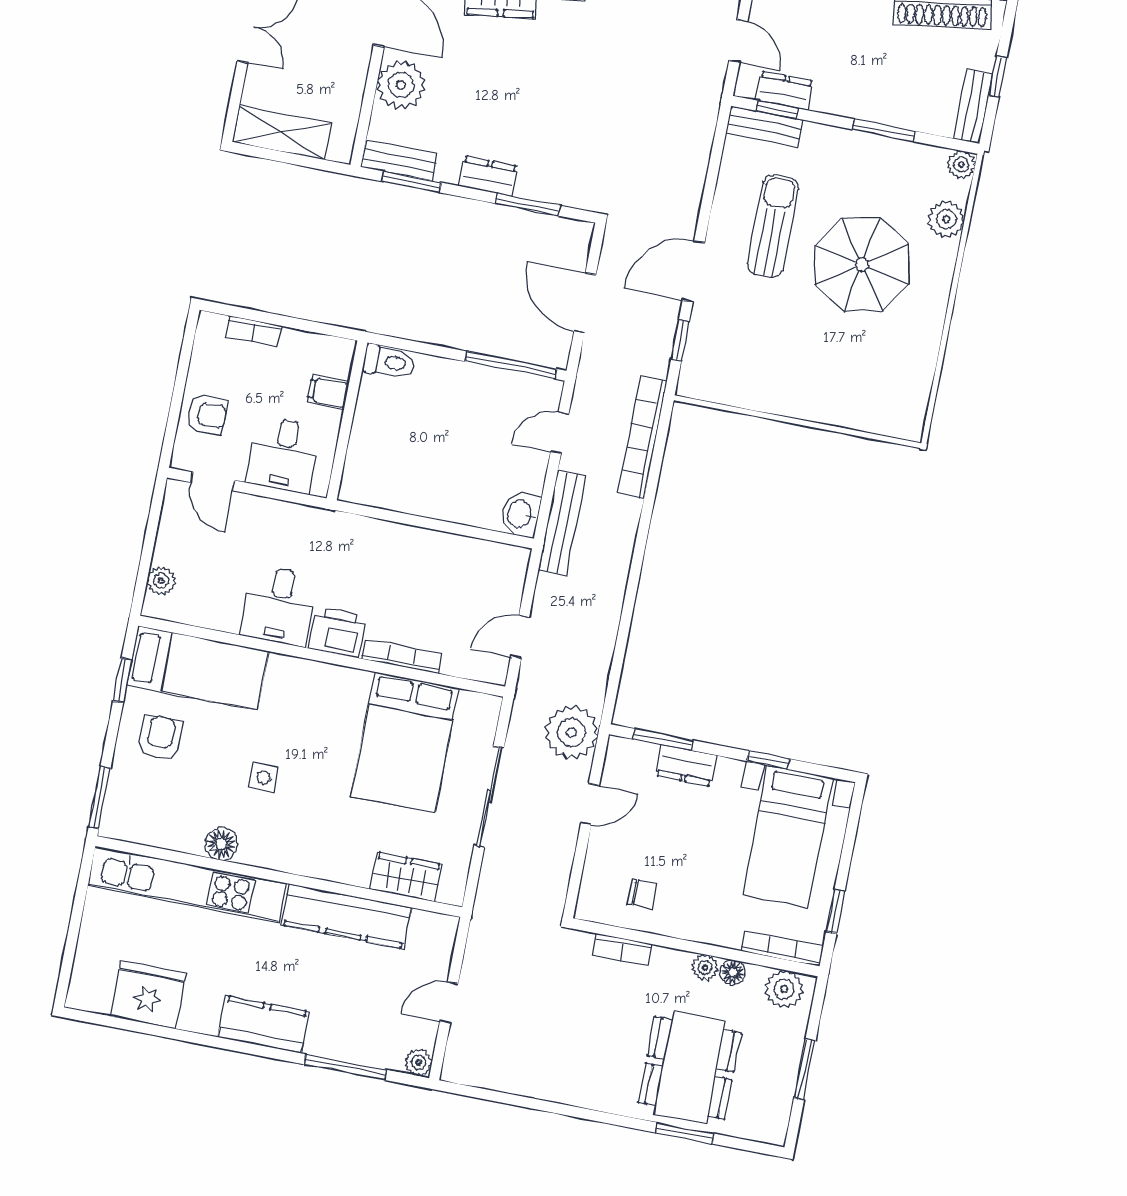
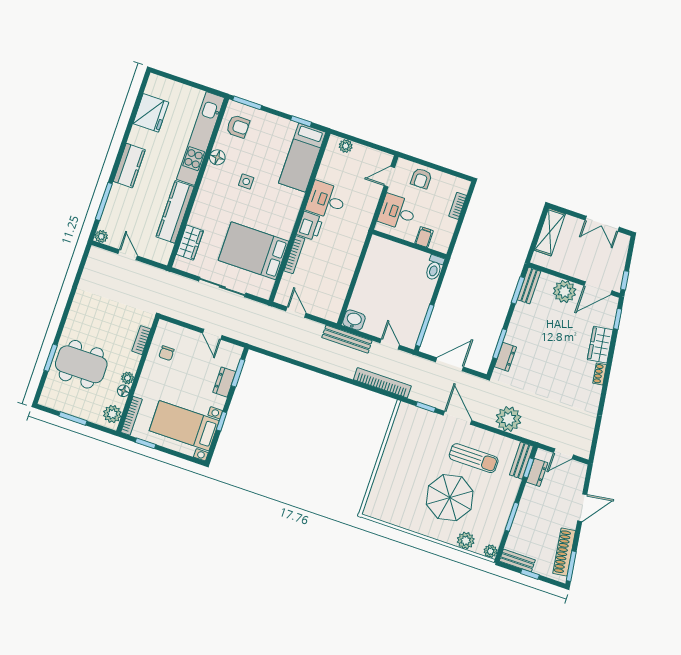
dresser: (488, 176) -> (506, 357), moved
plant: (571, 732) -> (508, 419), moved
armchair: (160, 738) -> (238, 127), moved

